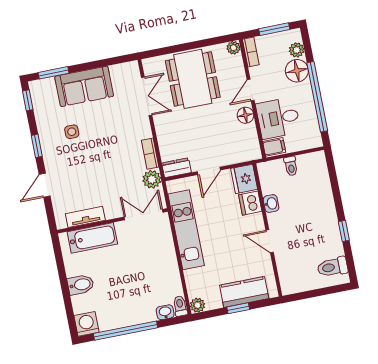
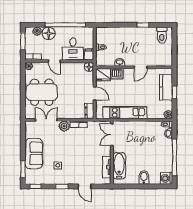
floor lamp: (245, 115) -> (89, 67), moved
plant: (152, 179) -> (64, 126), moved

